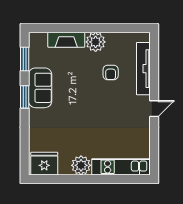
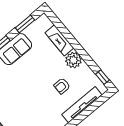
window: (134, 28) -> (102, 77), added

